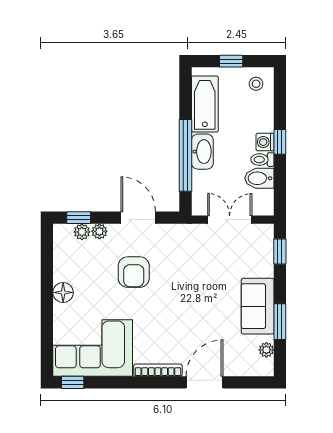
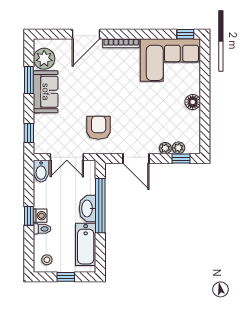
toilet: (262, 160) -> (42, 229), moved
bidet: (259, 178) -> (41, 171), moved, turned 90
armchair: (134, 272) -> (99, 128), moved
plant: (266, 350) -> (44, 59), width x1.88, depth x1.88

